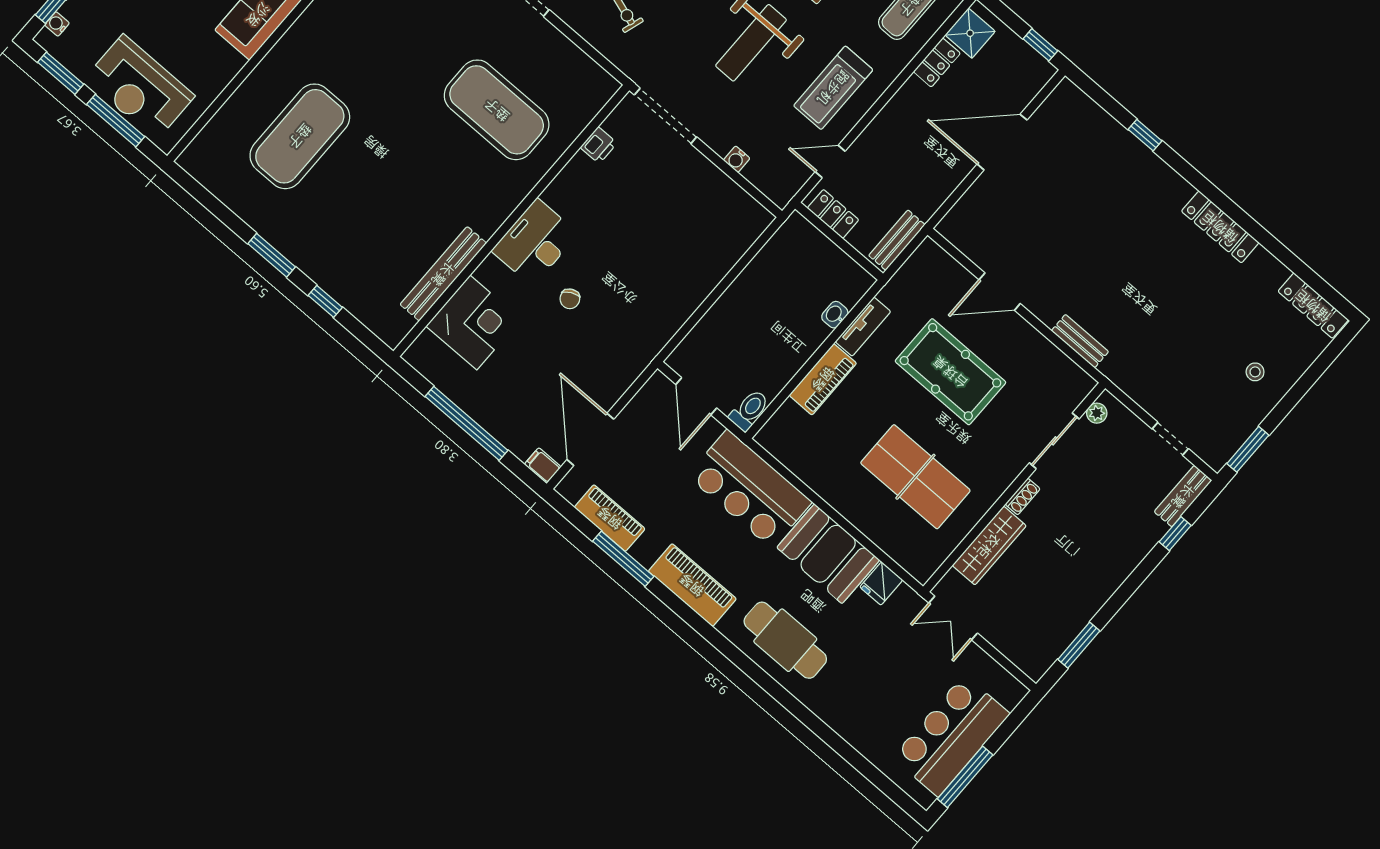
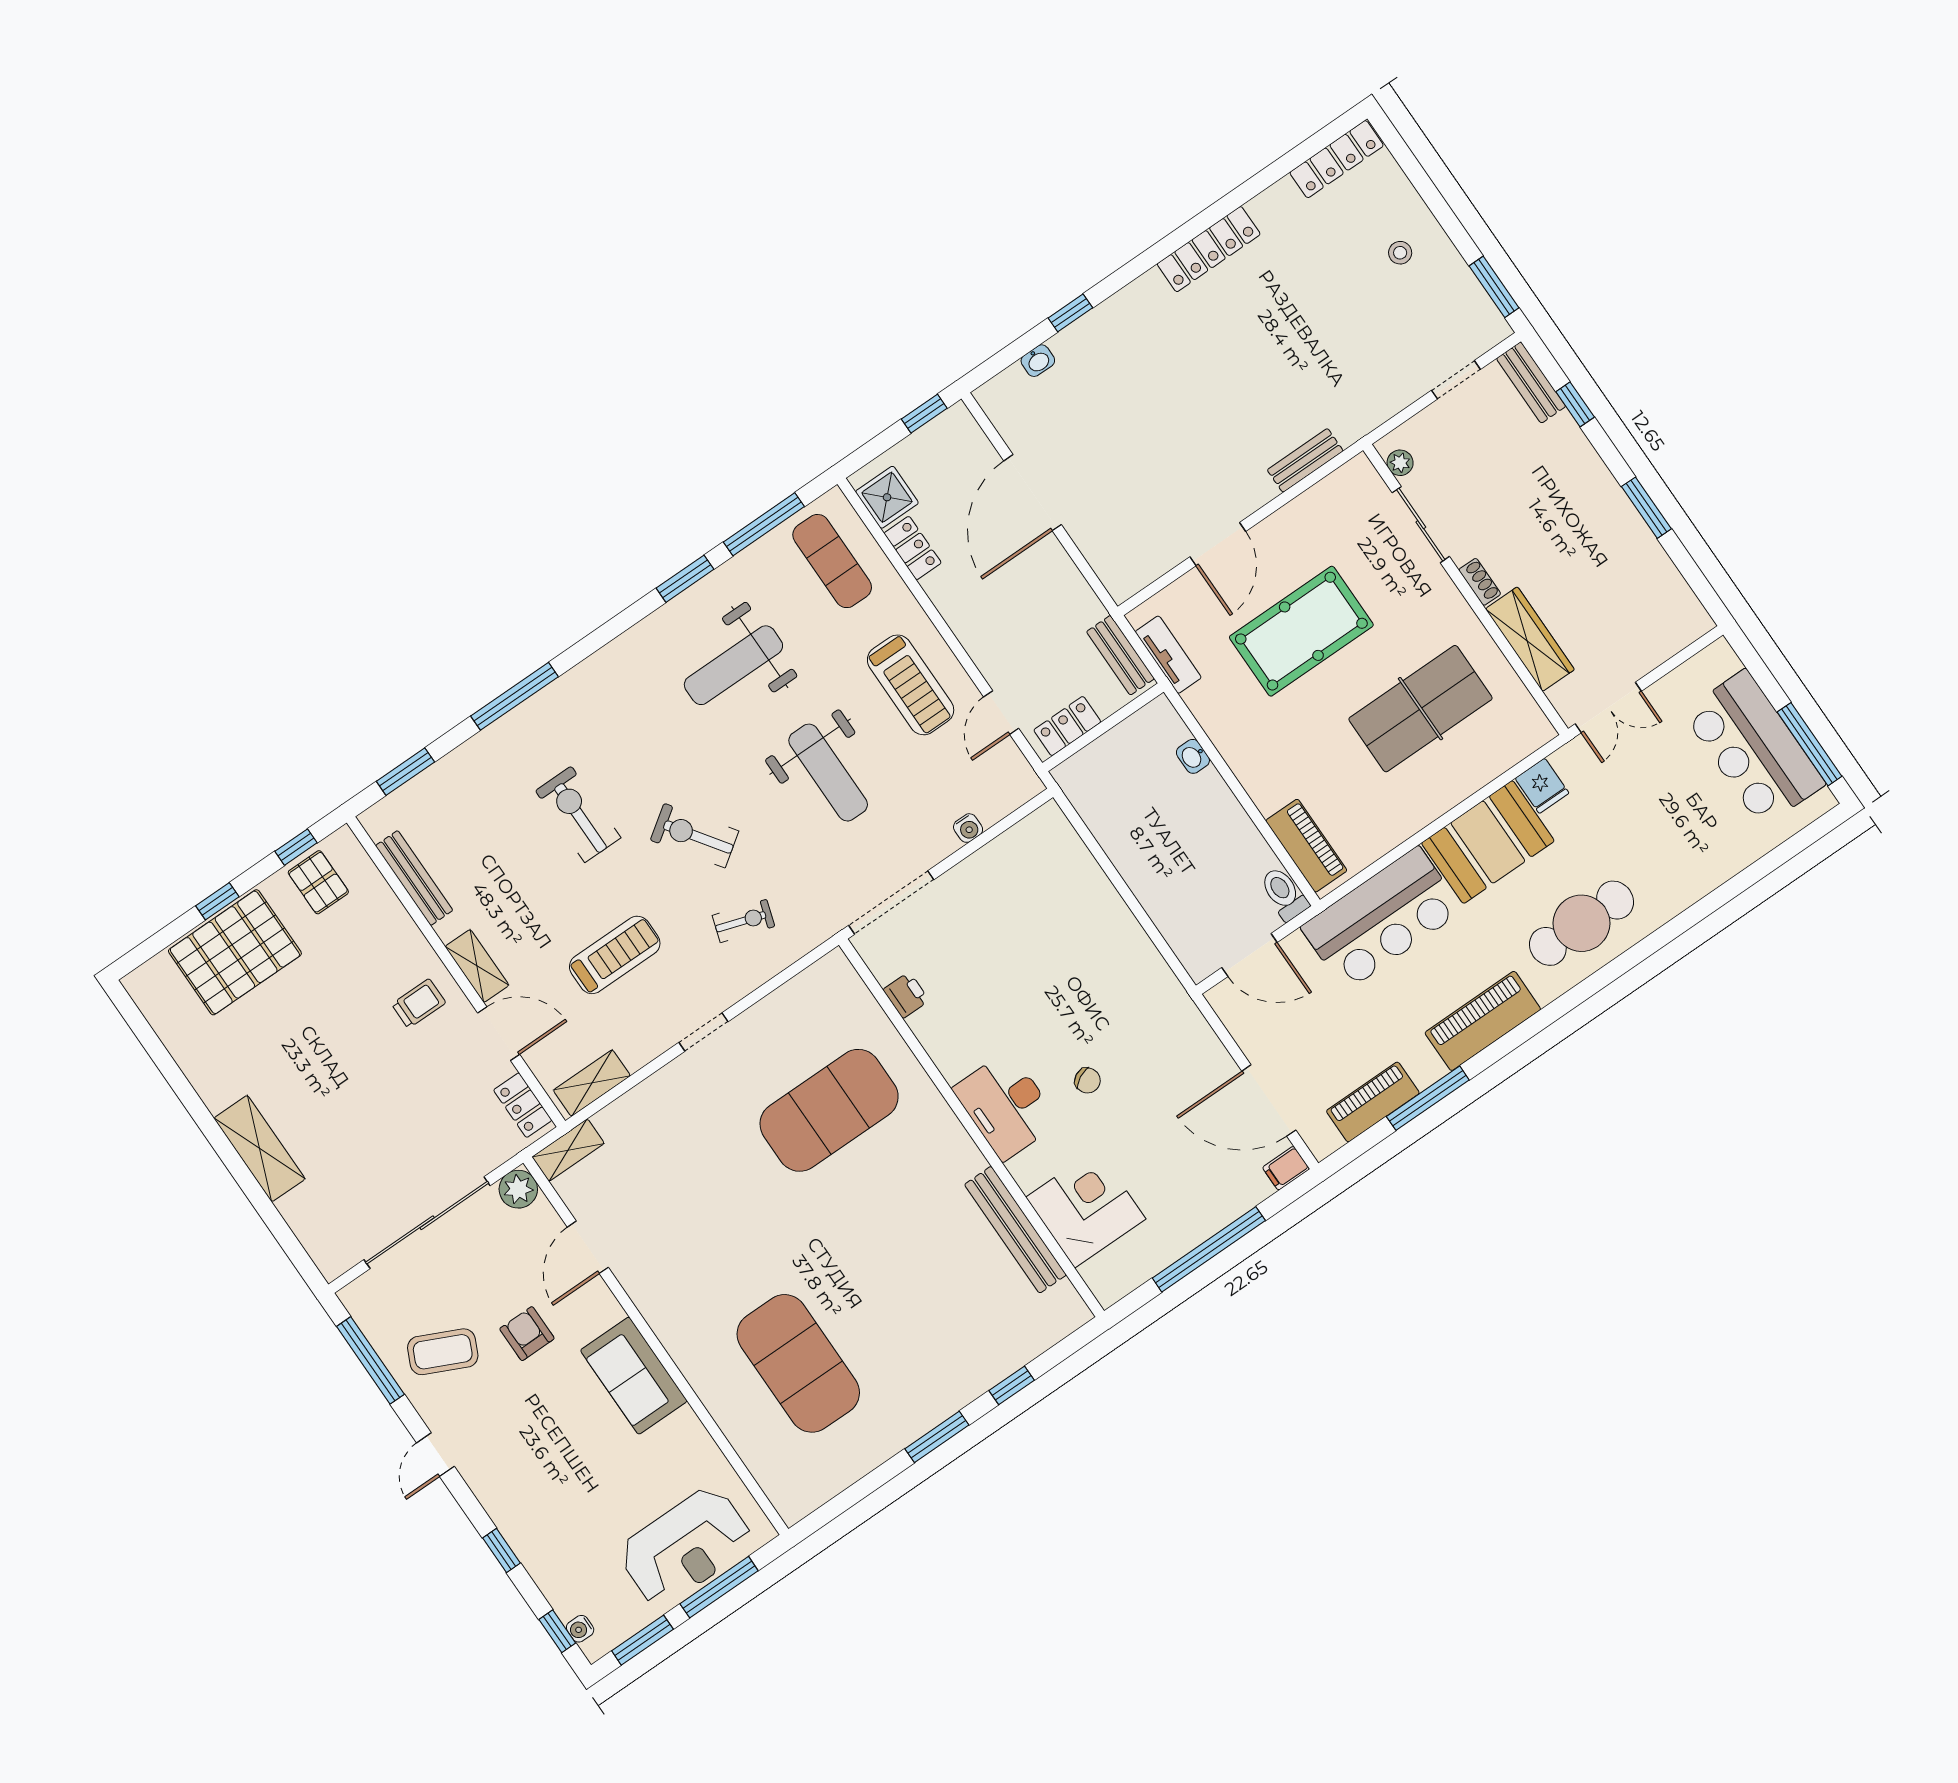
washbasin: (1103, 120) -> (1038, 361), added
tv unit: (863, 327) -> (1168, 655), moved
piano: (823, 379) -> (1306, 846), moved
window: (1079, 645) -> (1646, 508), moved

